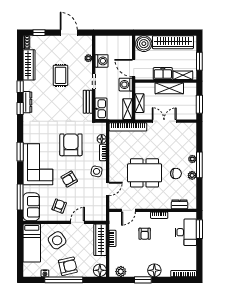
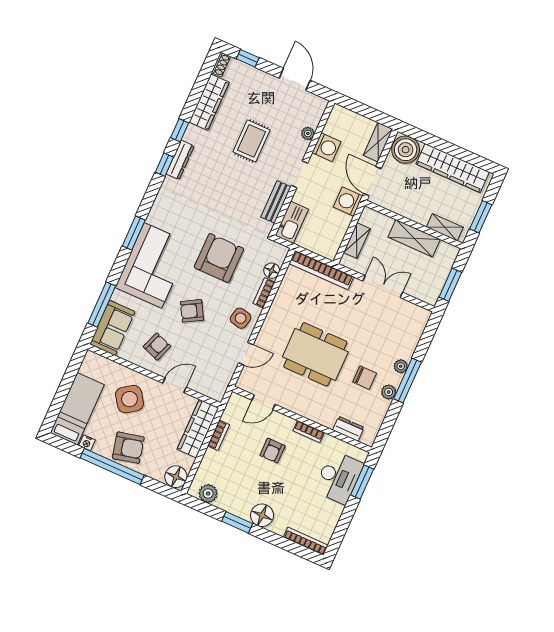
freezer: (163, 74) -> (414, 210), removed
shelving: (128, 109) -> (378, 142), moved
bed: (32, 243) -> (77, 409), moved, turned 180

